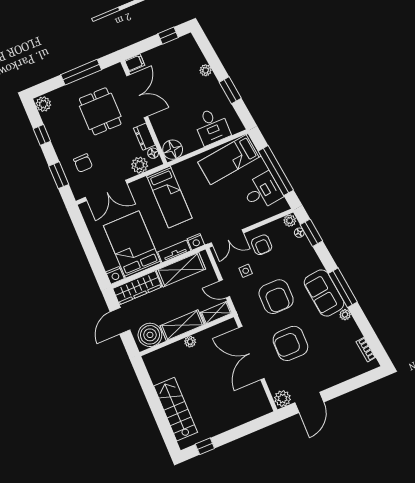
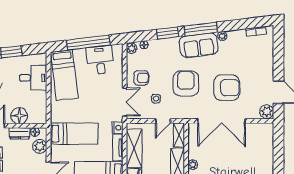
floor lamp: (173, 150) -> (19, 116), moved
window: (311, 233) -> (168, 33), moved
armchair: (276, 297) -> (186, 83), turned -90
armchair: (290, 343) -> (227, 88), turned -90

